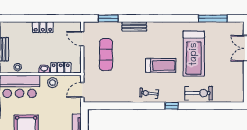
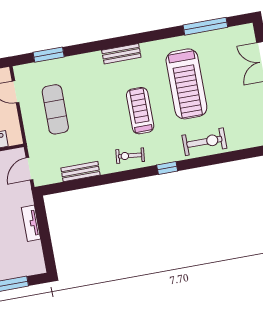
bench: (134, 26) -> (121, 54), moved
treadmill: (161, 65) -> (140, 111), turned -90
bench: (115, 98) -> (80, 172), added

